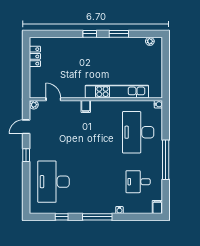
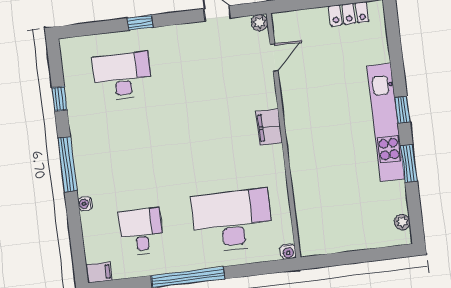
kitchen unit: (117, 92) -> (386, 122), moved, turned 180
filing cabinet: (86, 106) -> (269, 127), width x2.00
window: (26, 155) -> (140, 23), moved
desk: (53, 182) -> (122, 76), width x0.73, depth x0.77

